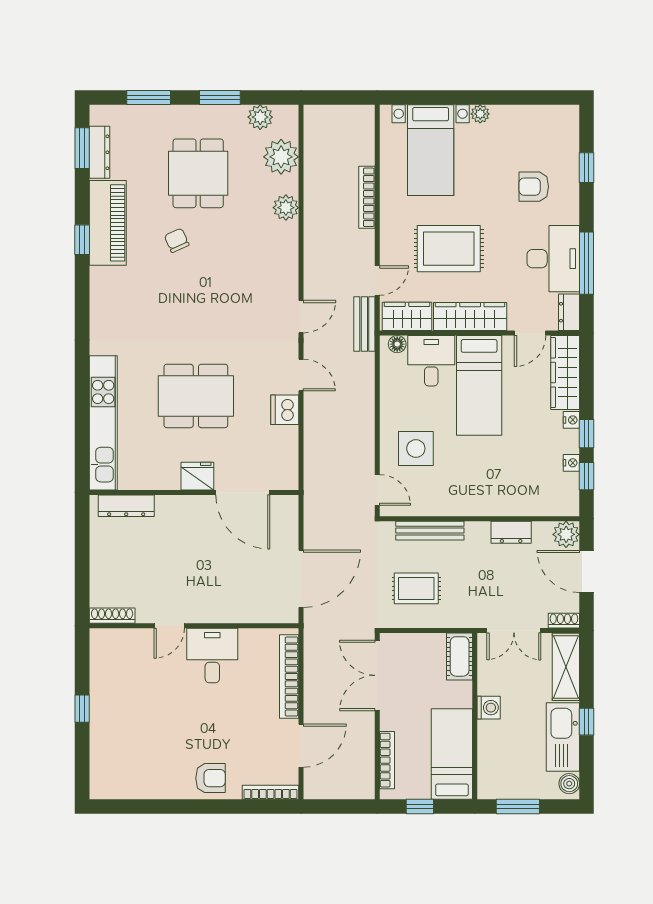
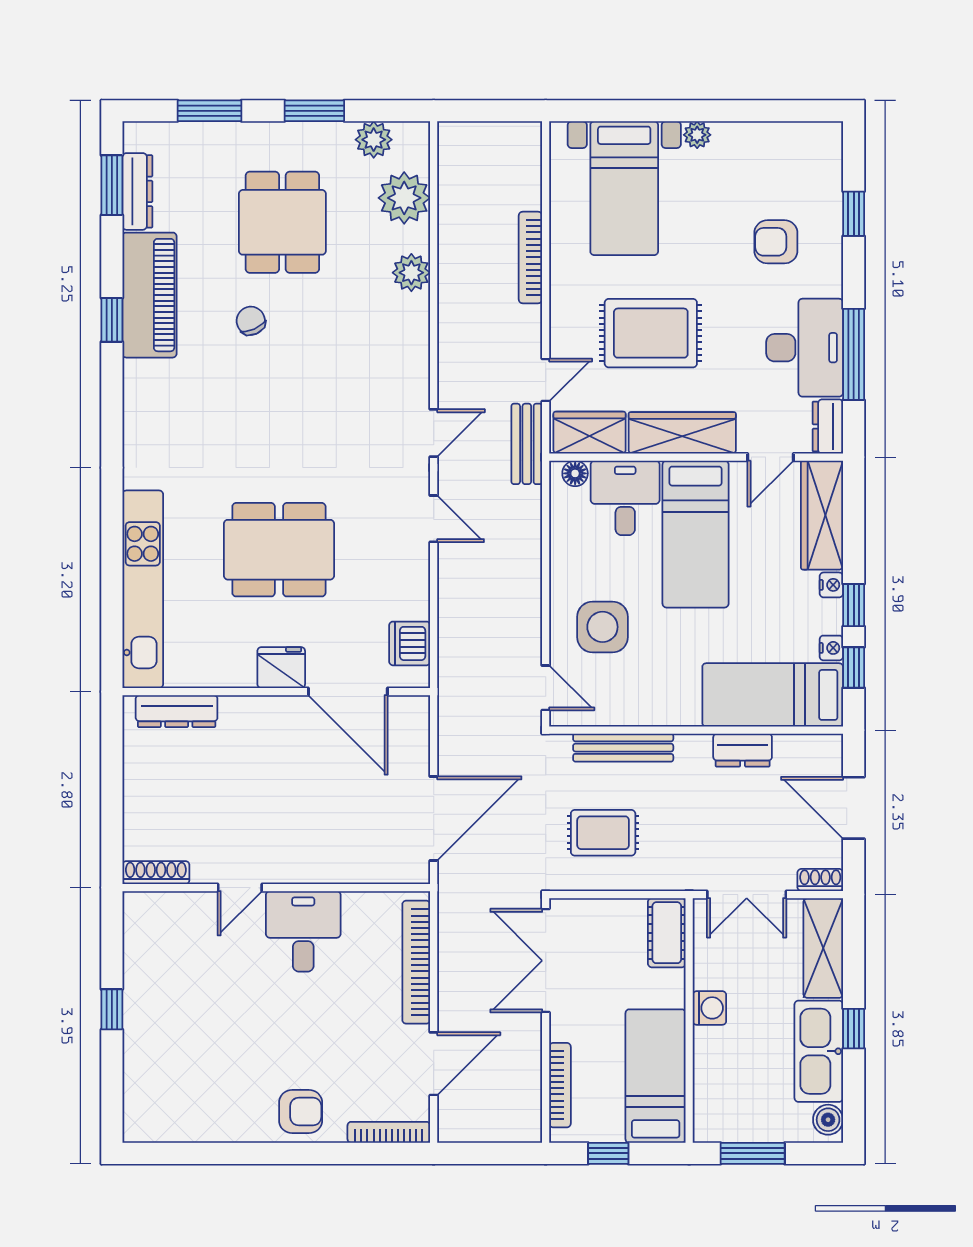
dishwasher: (285, 410) -> (410, 643), moved
bed: (532, 495) -> (773, 695), added
plant: (566, 534) -> (823, 753), removed

